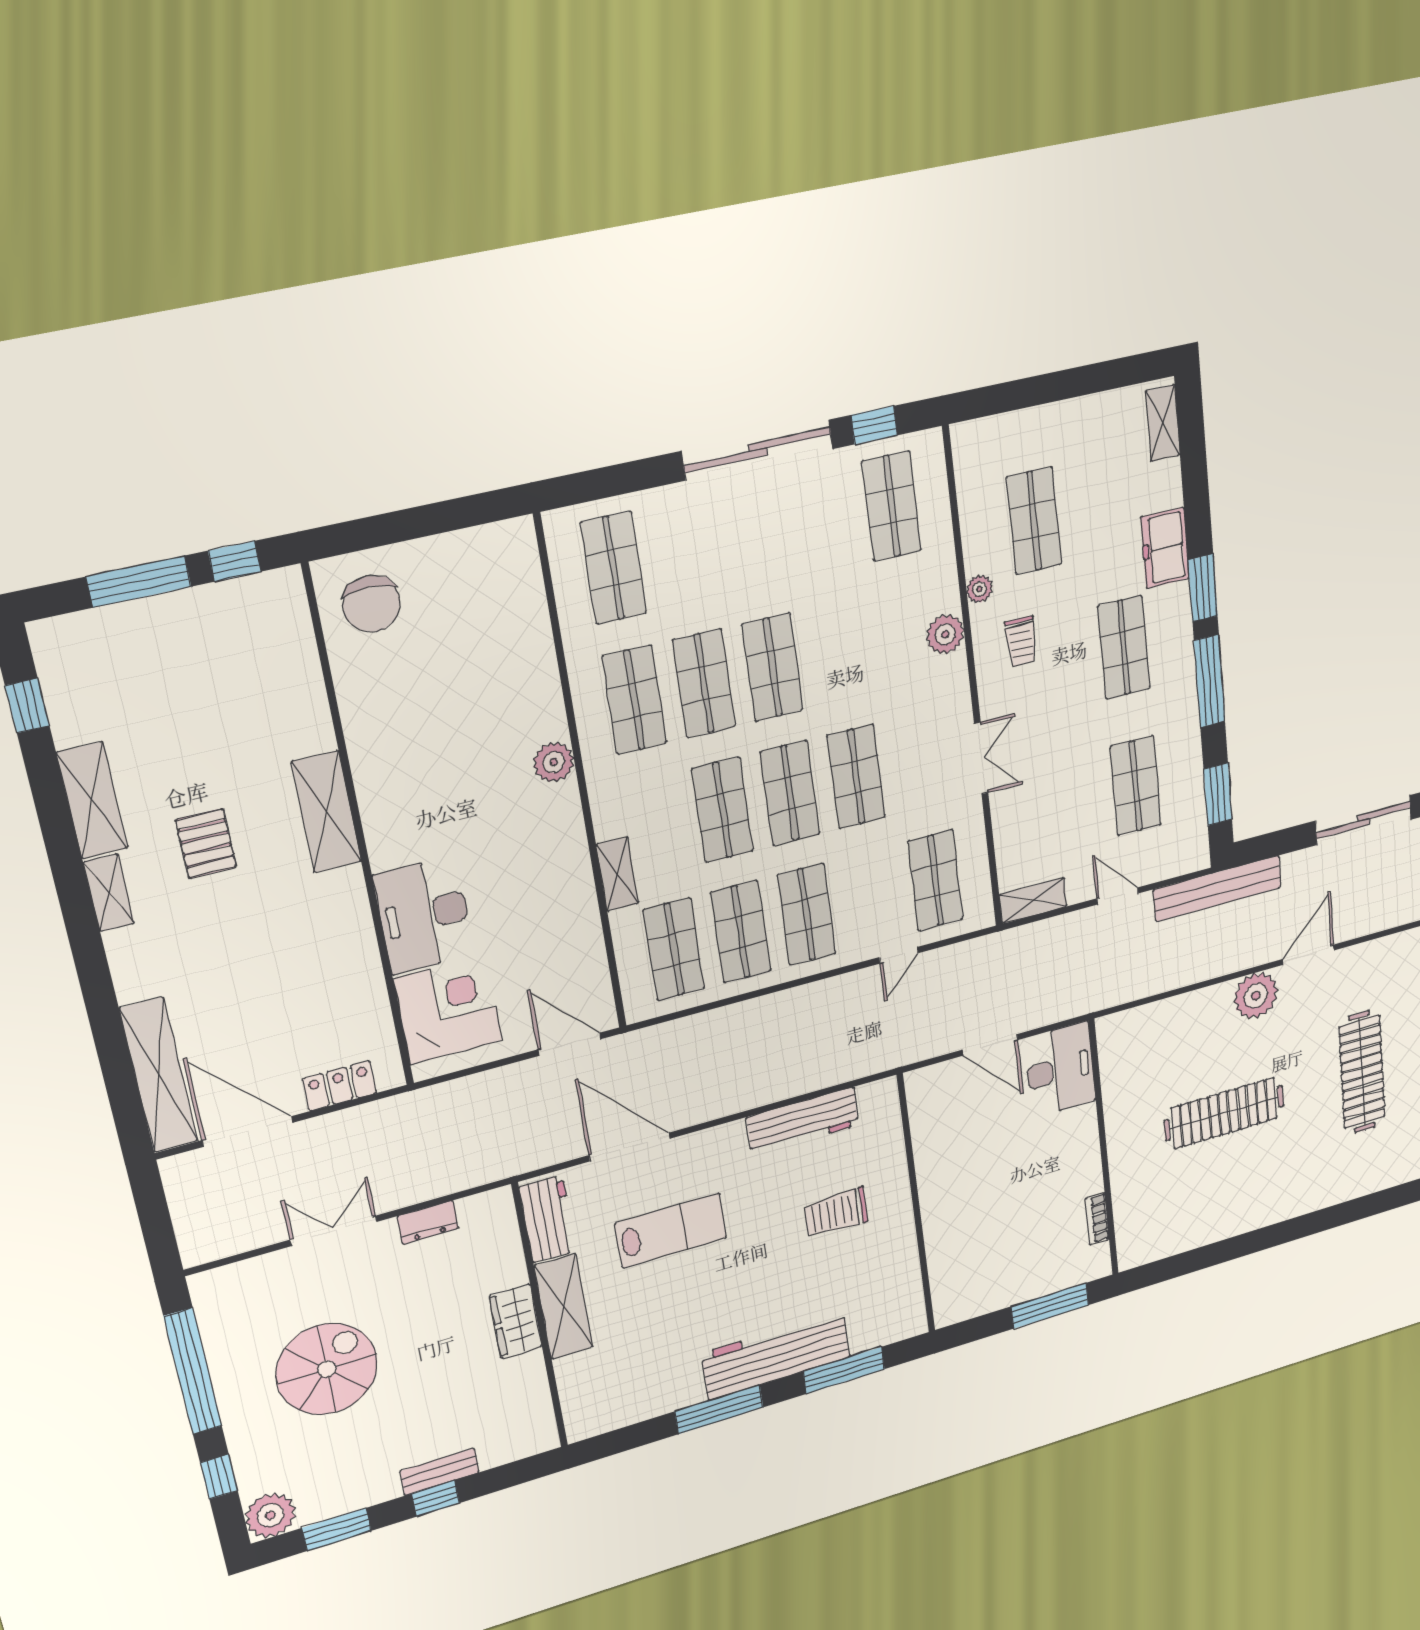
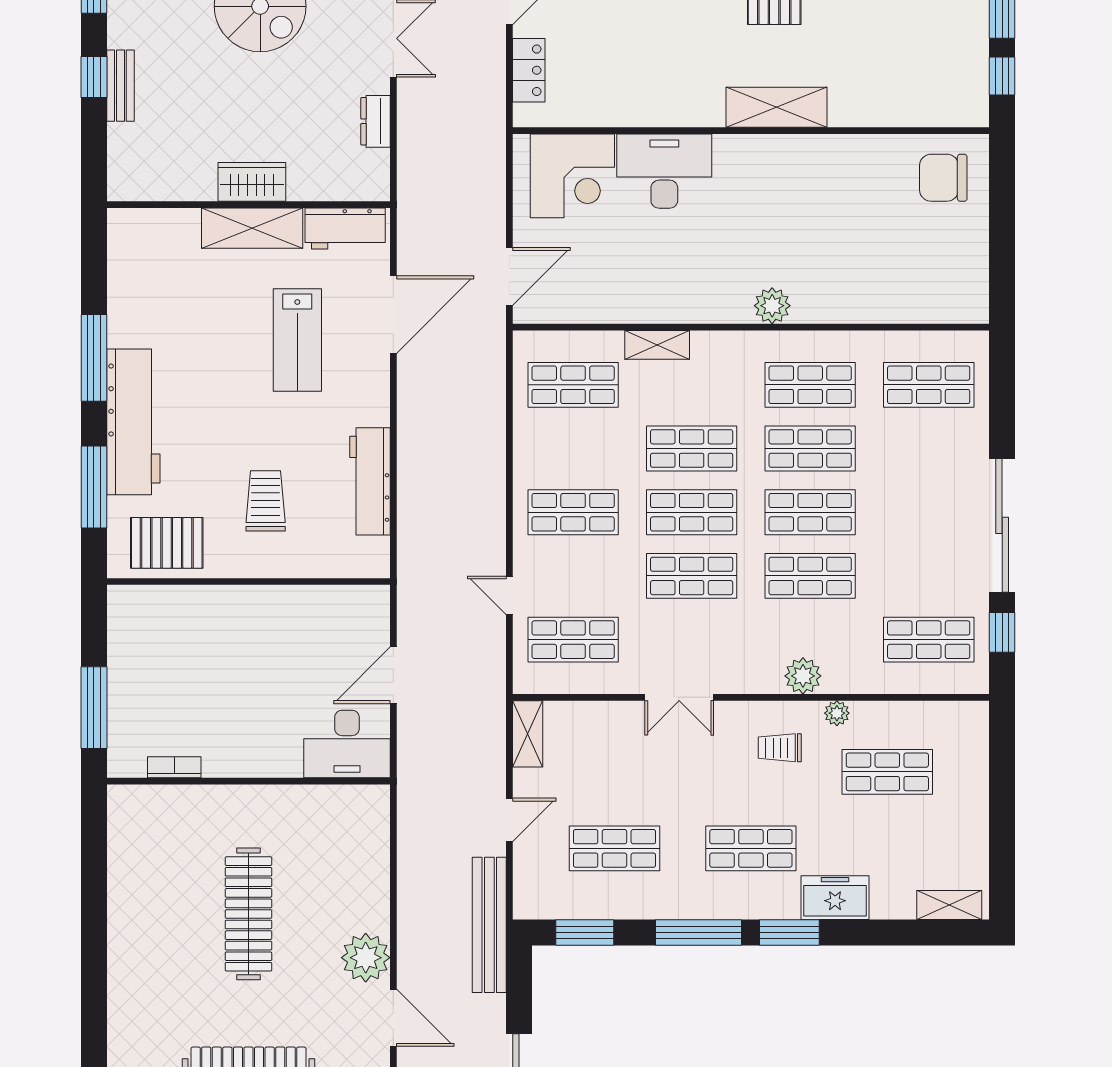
shop shelf: (741, 932) -> (810, 576), moved
pallet: (889, 1290) -> (167, 543), added

